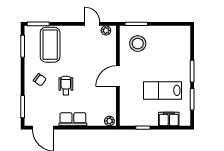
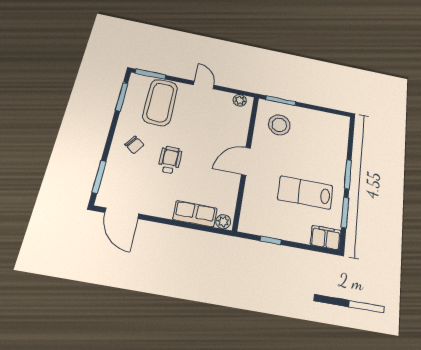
door: (92, 24) -> (204, 85), moved
row of seats: (73, 119) -> (195, 214), moved
filing cabinet: (169, 119) -> (326, 238), moved

